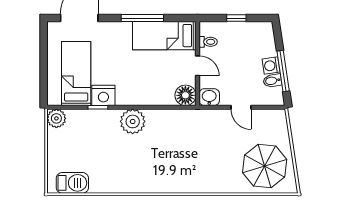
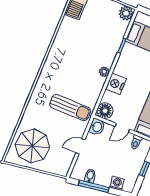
washing machine: (271, 66) -> (117, 183), moved
nightstand: (103, 95) -> (116, 84), moved
plant: (133, 121) -> (104, 72), width x0.53, depth x0.53
sun lounger: (199, 139) -> (70, 108), added

